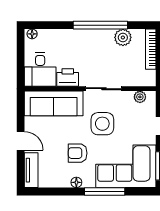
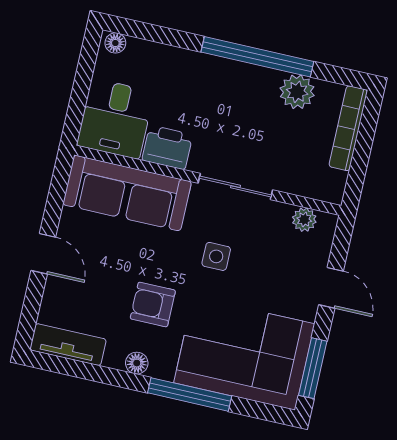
side table: (102, 124) -> (216, 256), width x0.54, depth x0.54
tv unit: (31, 170) -> (68, 345), moved, turned -90

